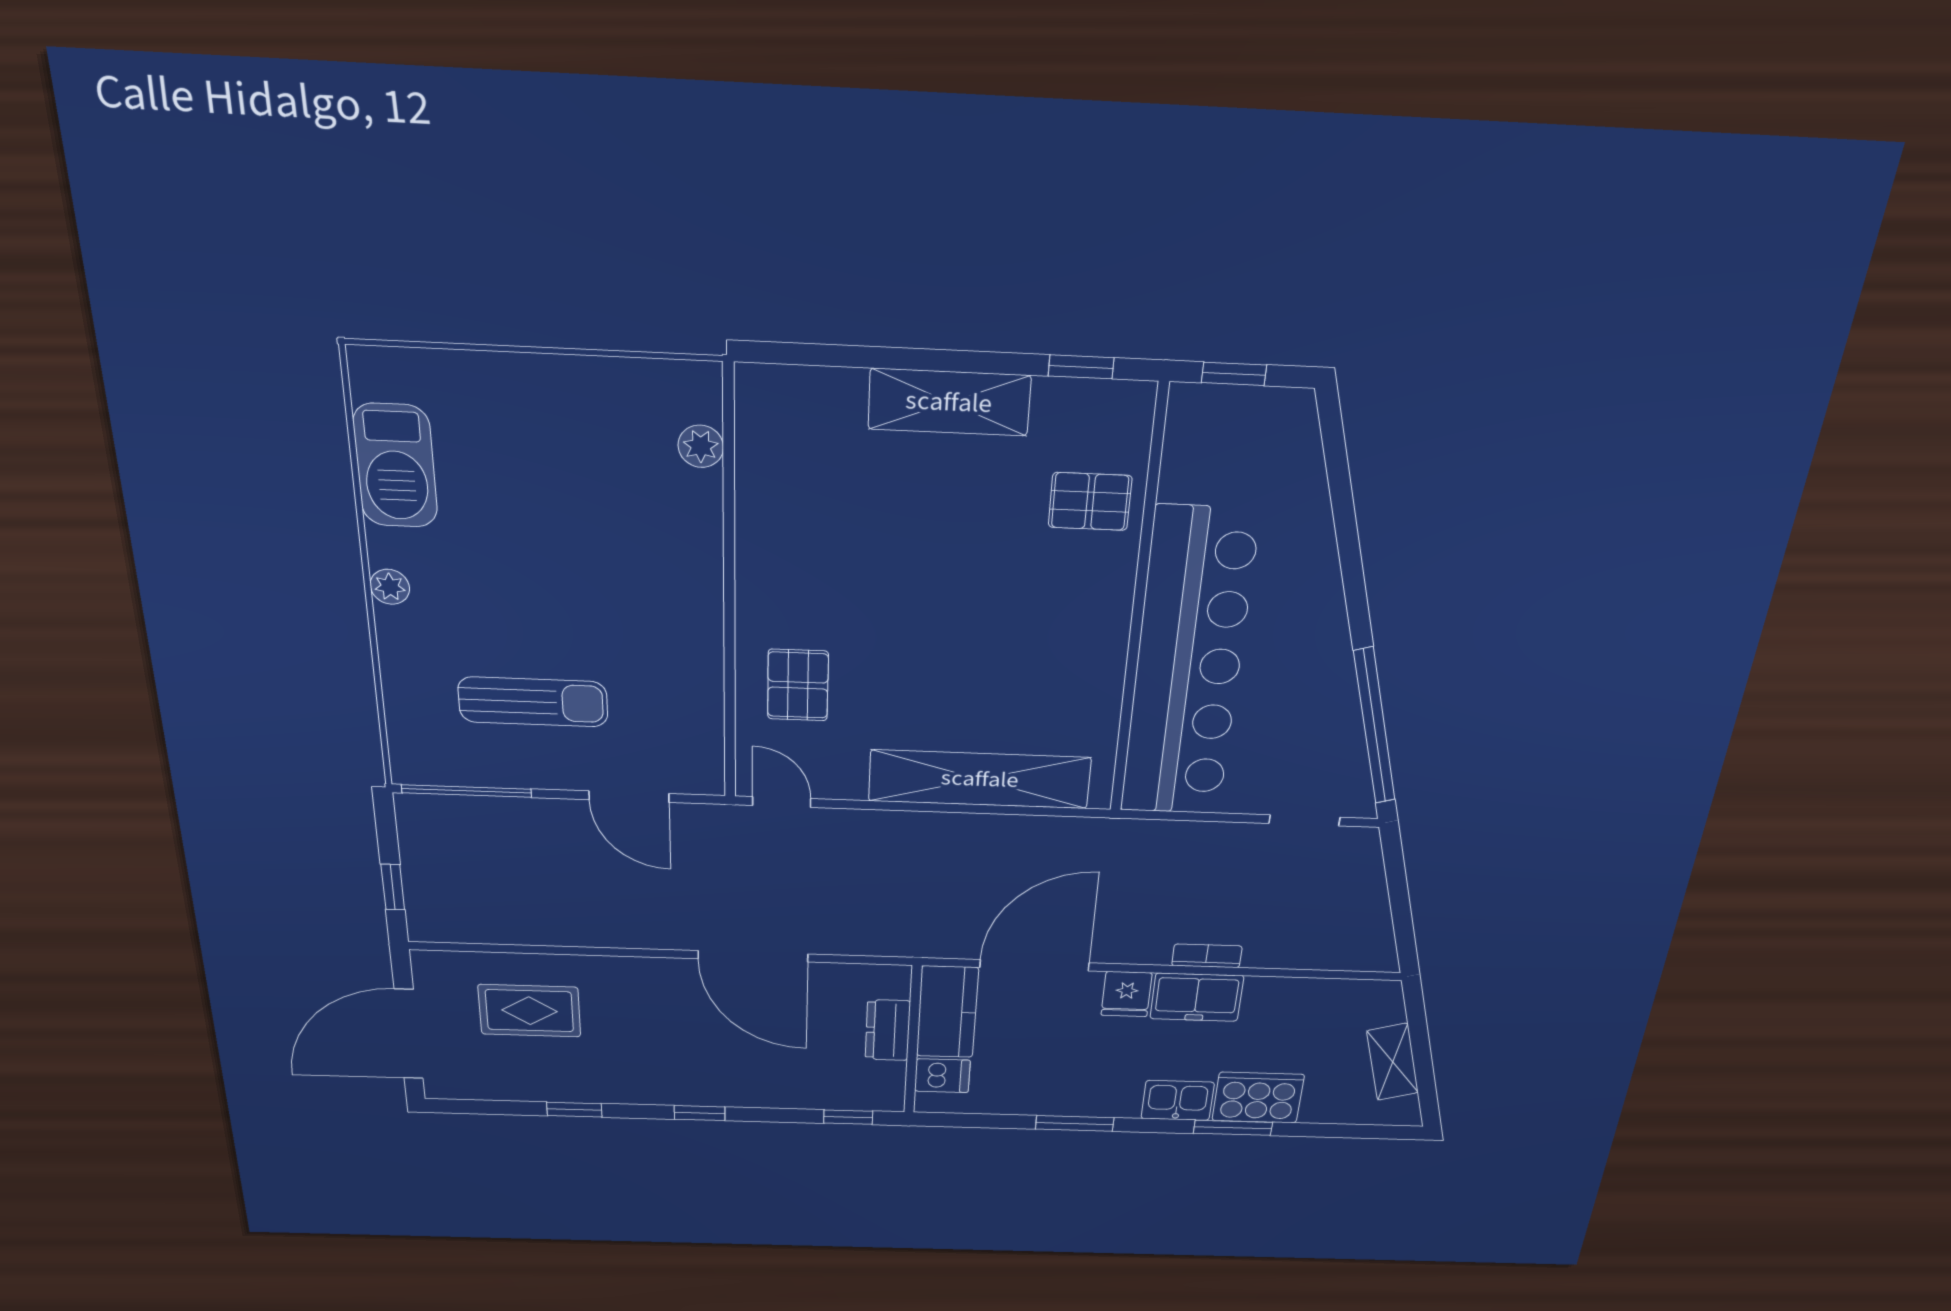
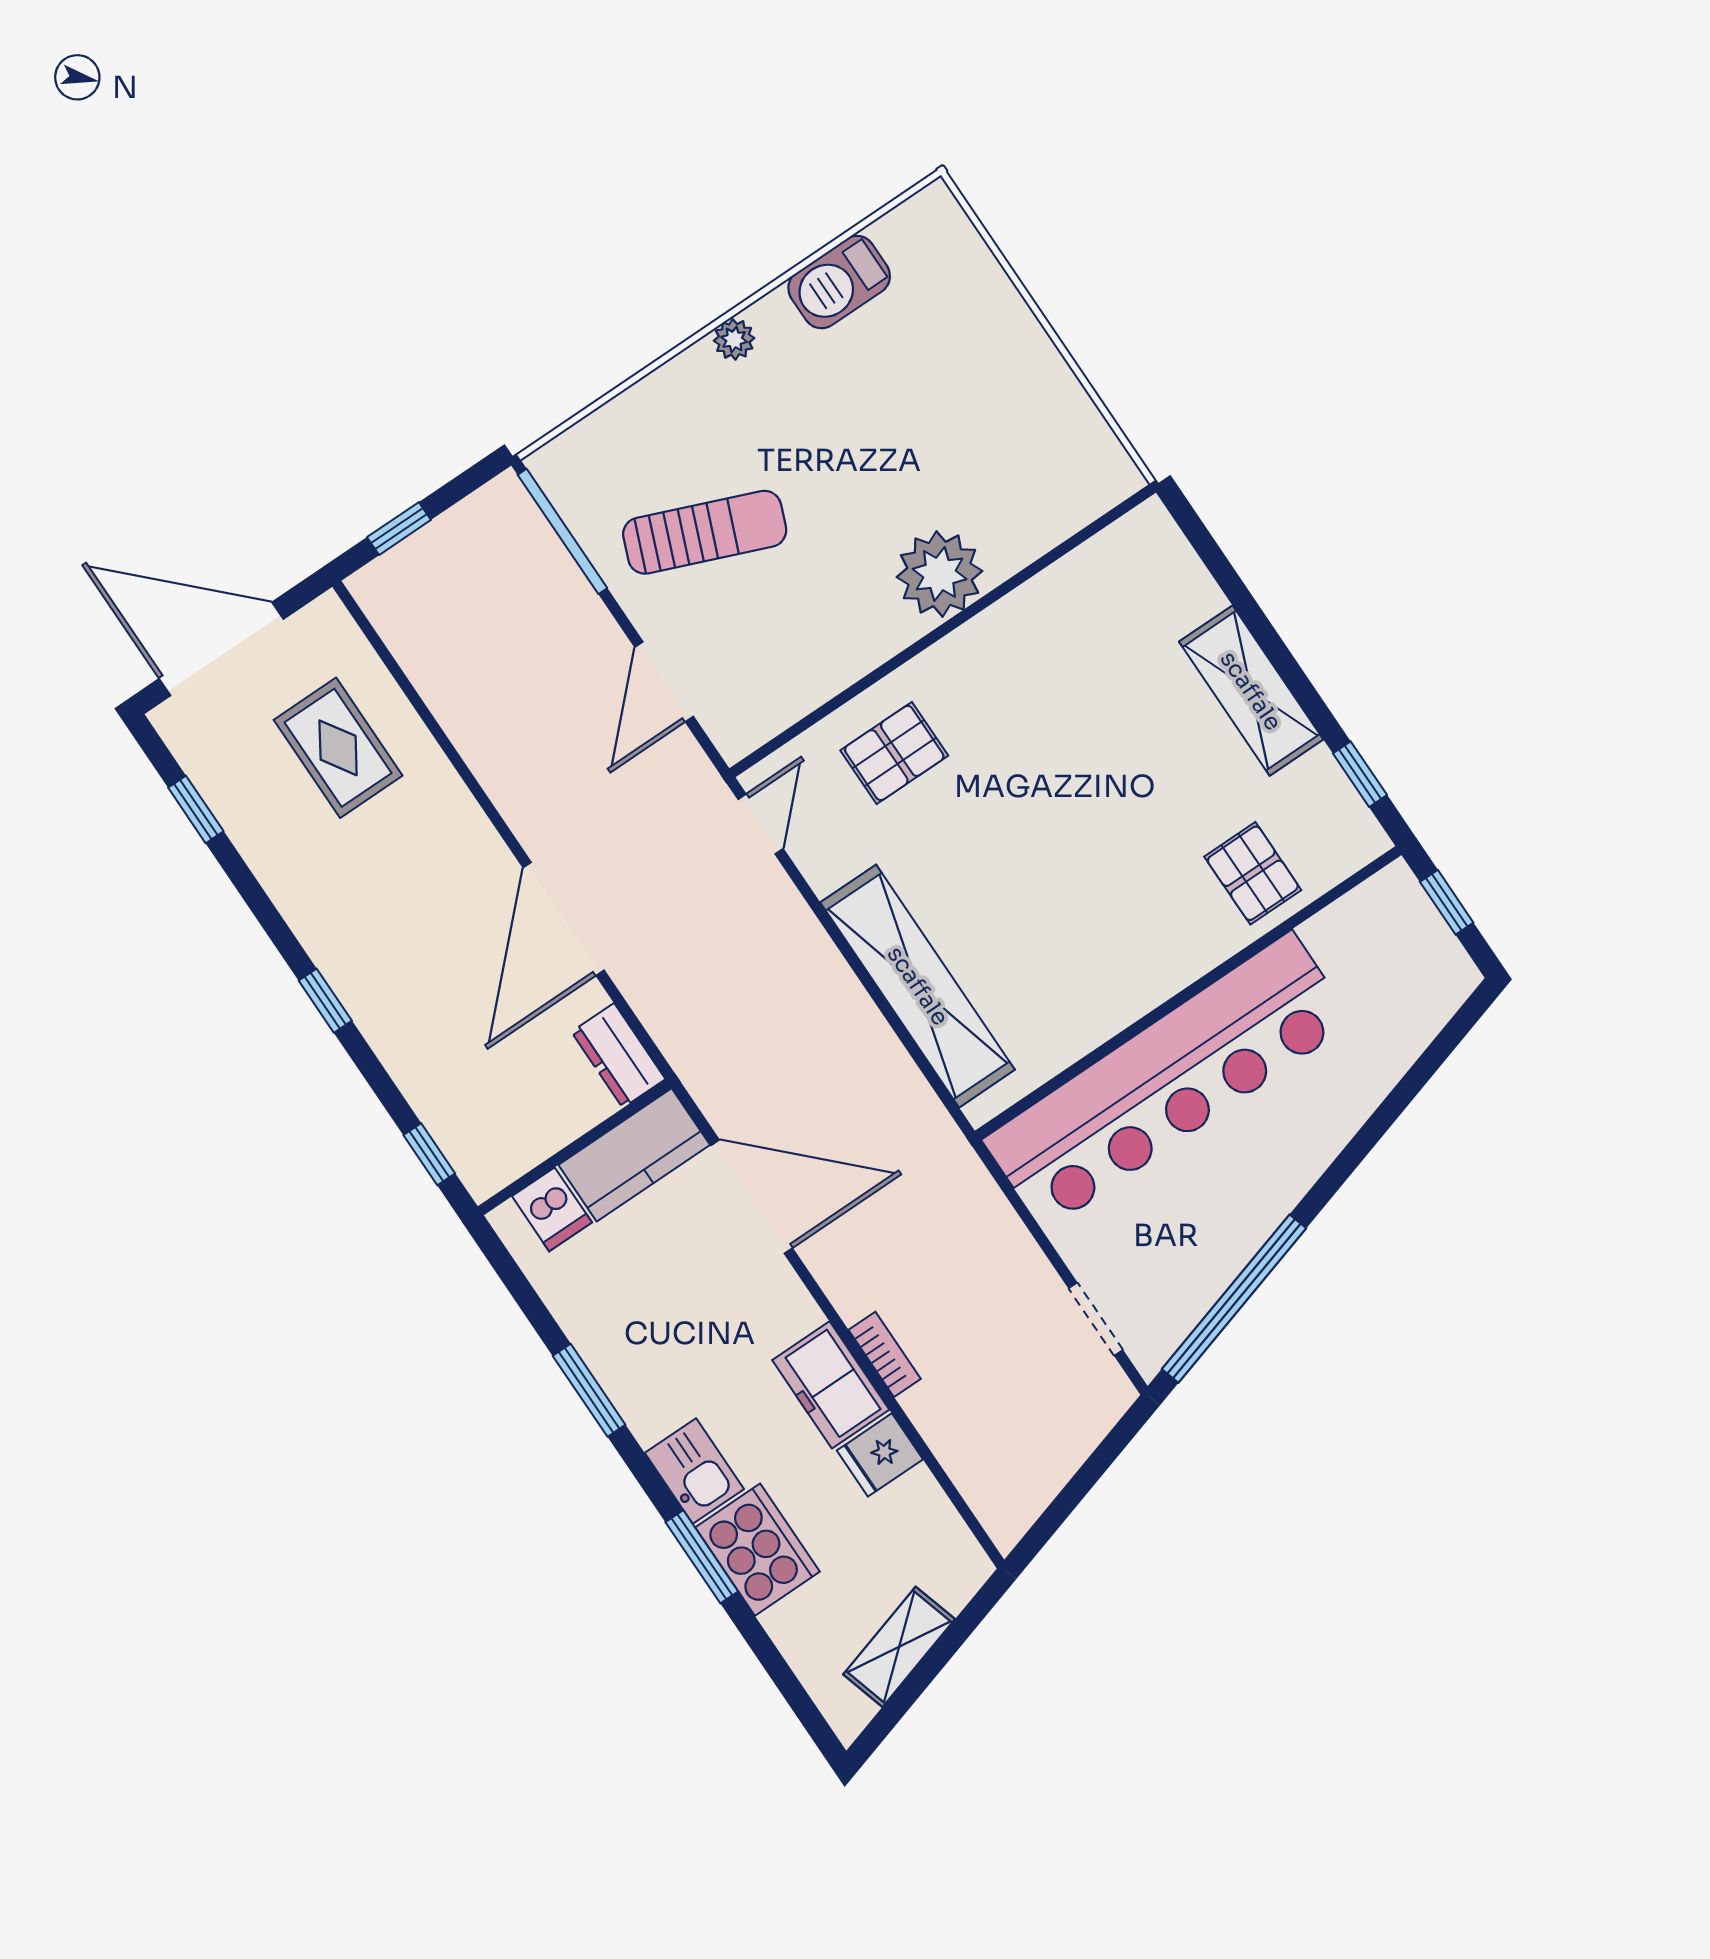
plant: (701, 446) -> (940, 574), moved, width x1.88, depth x1.88
barbecue: (395, 466) -> (839, 282), width x0.73, depth x0.83
sun lounger: (533, 702) -> (705, 532), turned -68
fridge: (1127, 994) -> (880, 1455), moved
dresser: (888, 1030) -> (618, 1056), moved, turned -90
window: (574, 1110) -> (196, 809), moved

